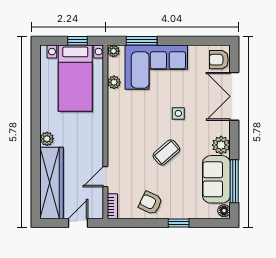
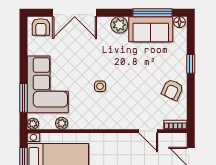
side table: (178, 113) -> (100, 86), moved
coffee table: (166, 152) -> (126, 75), removed

